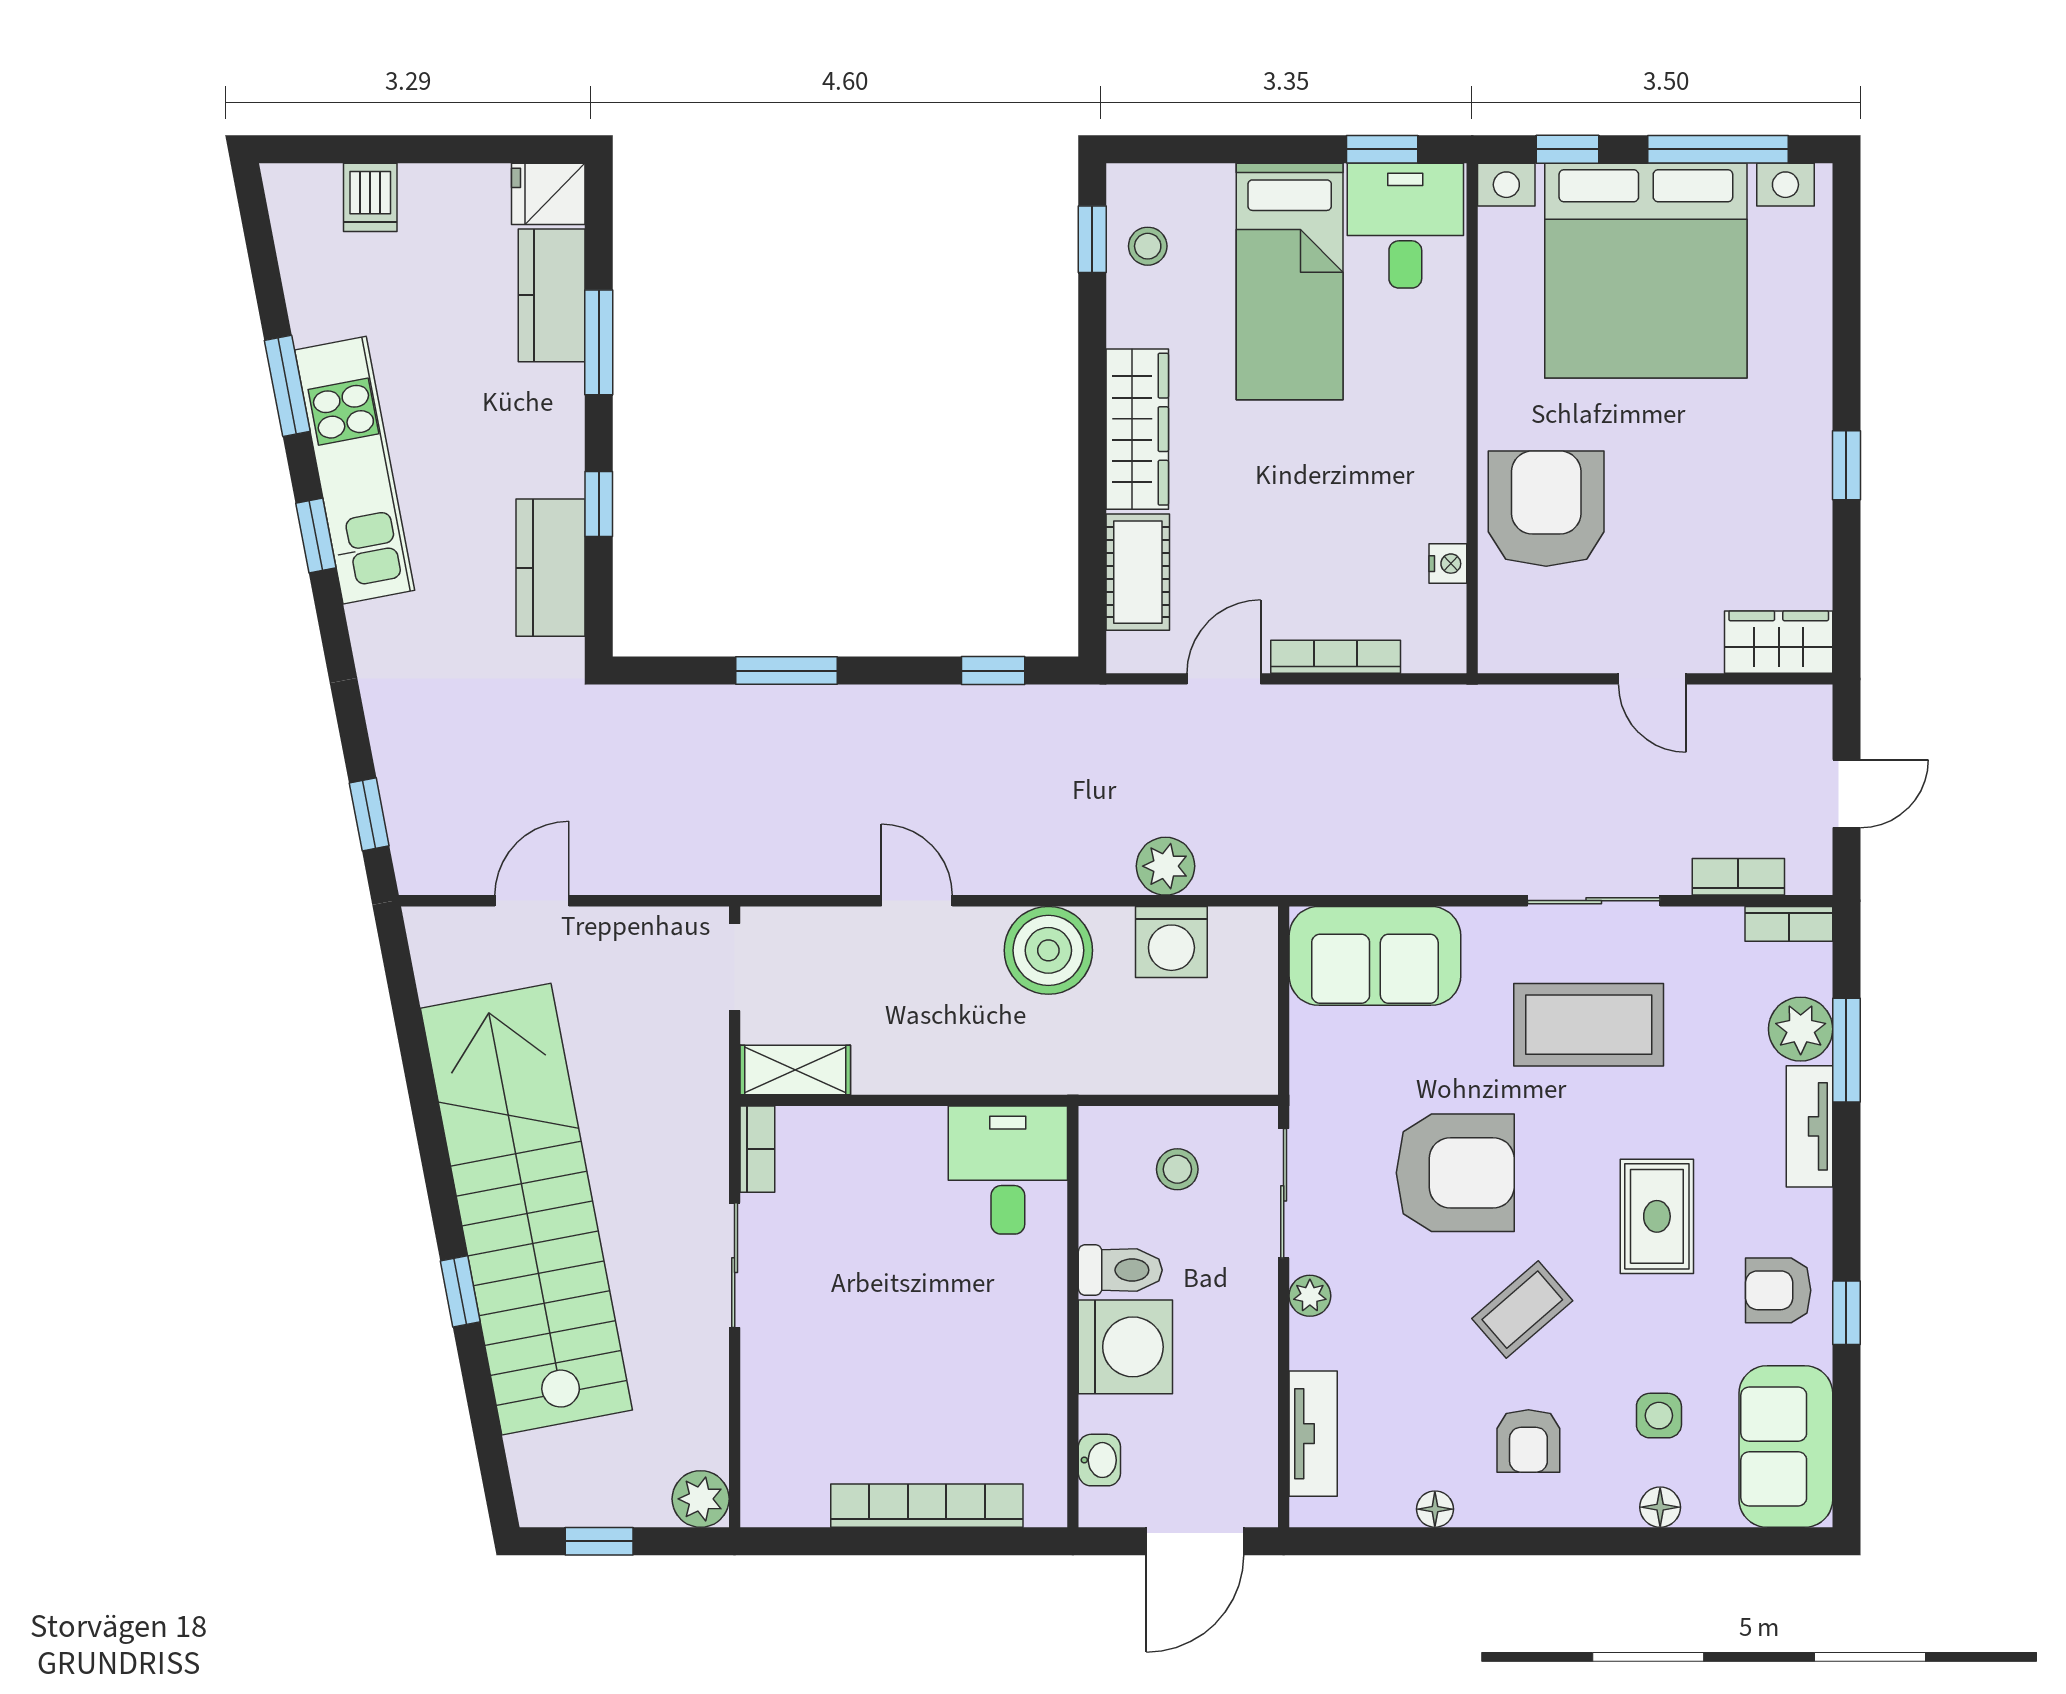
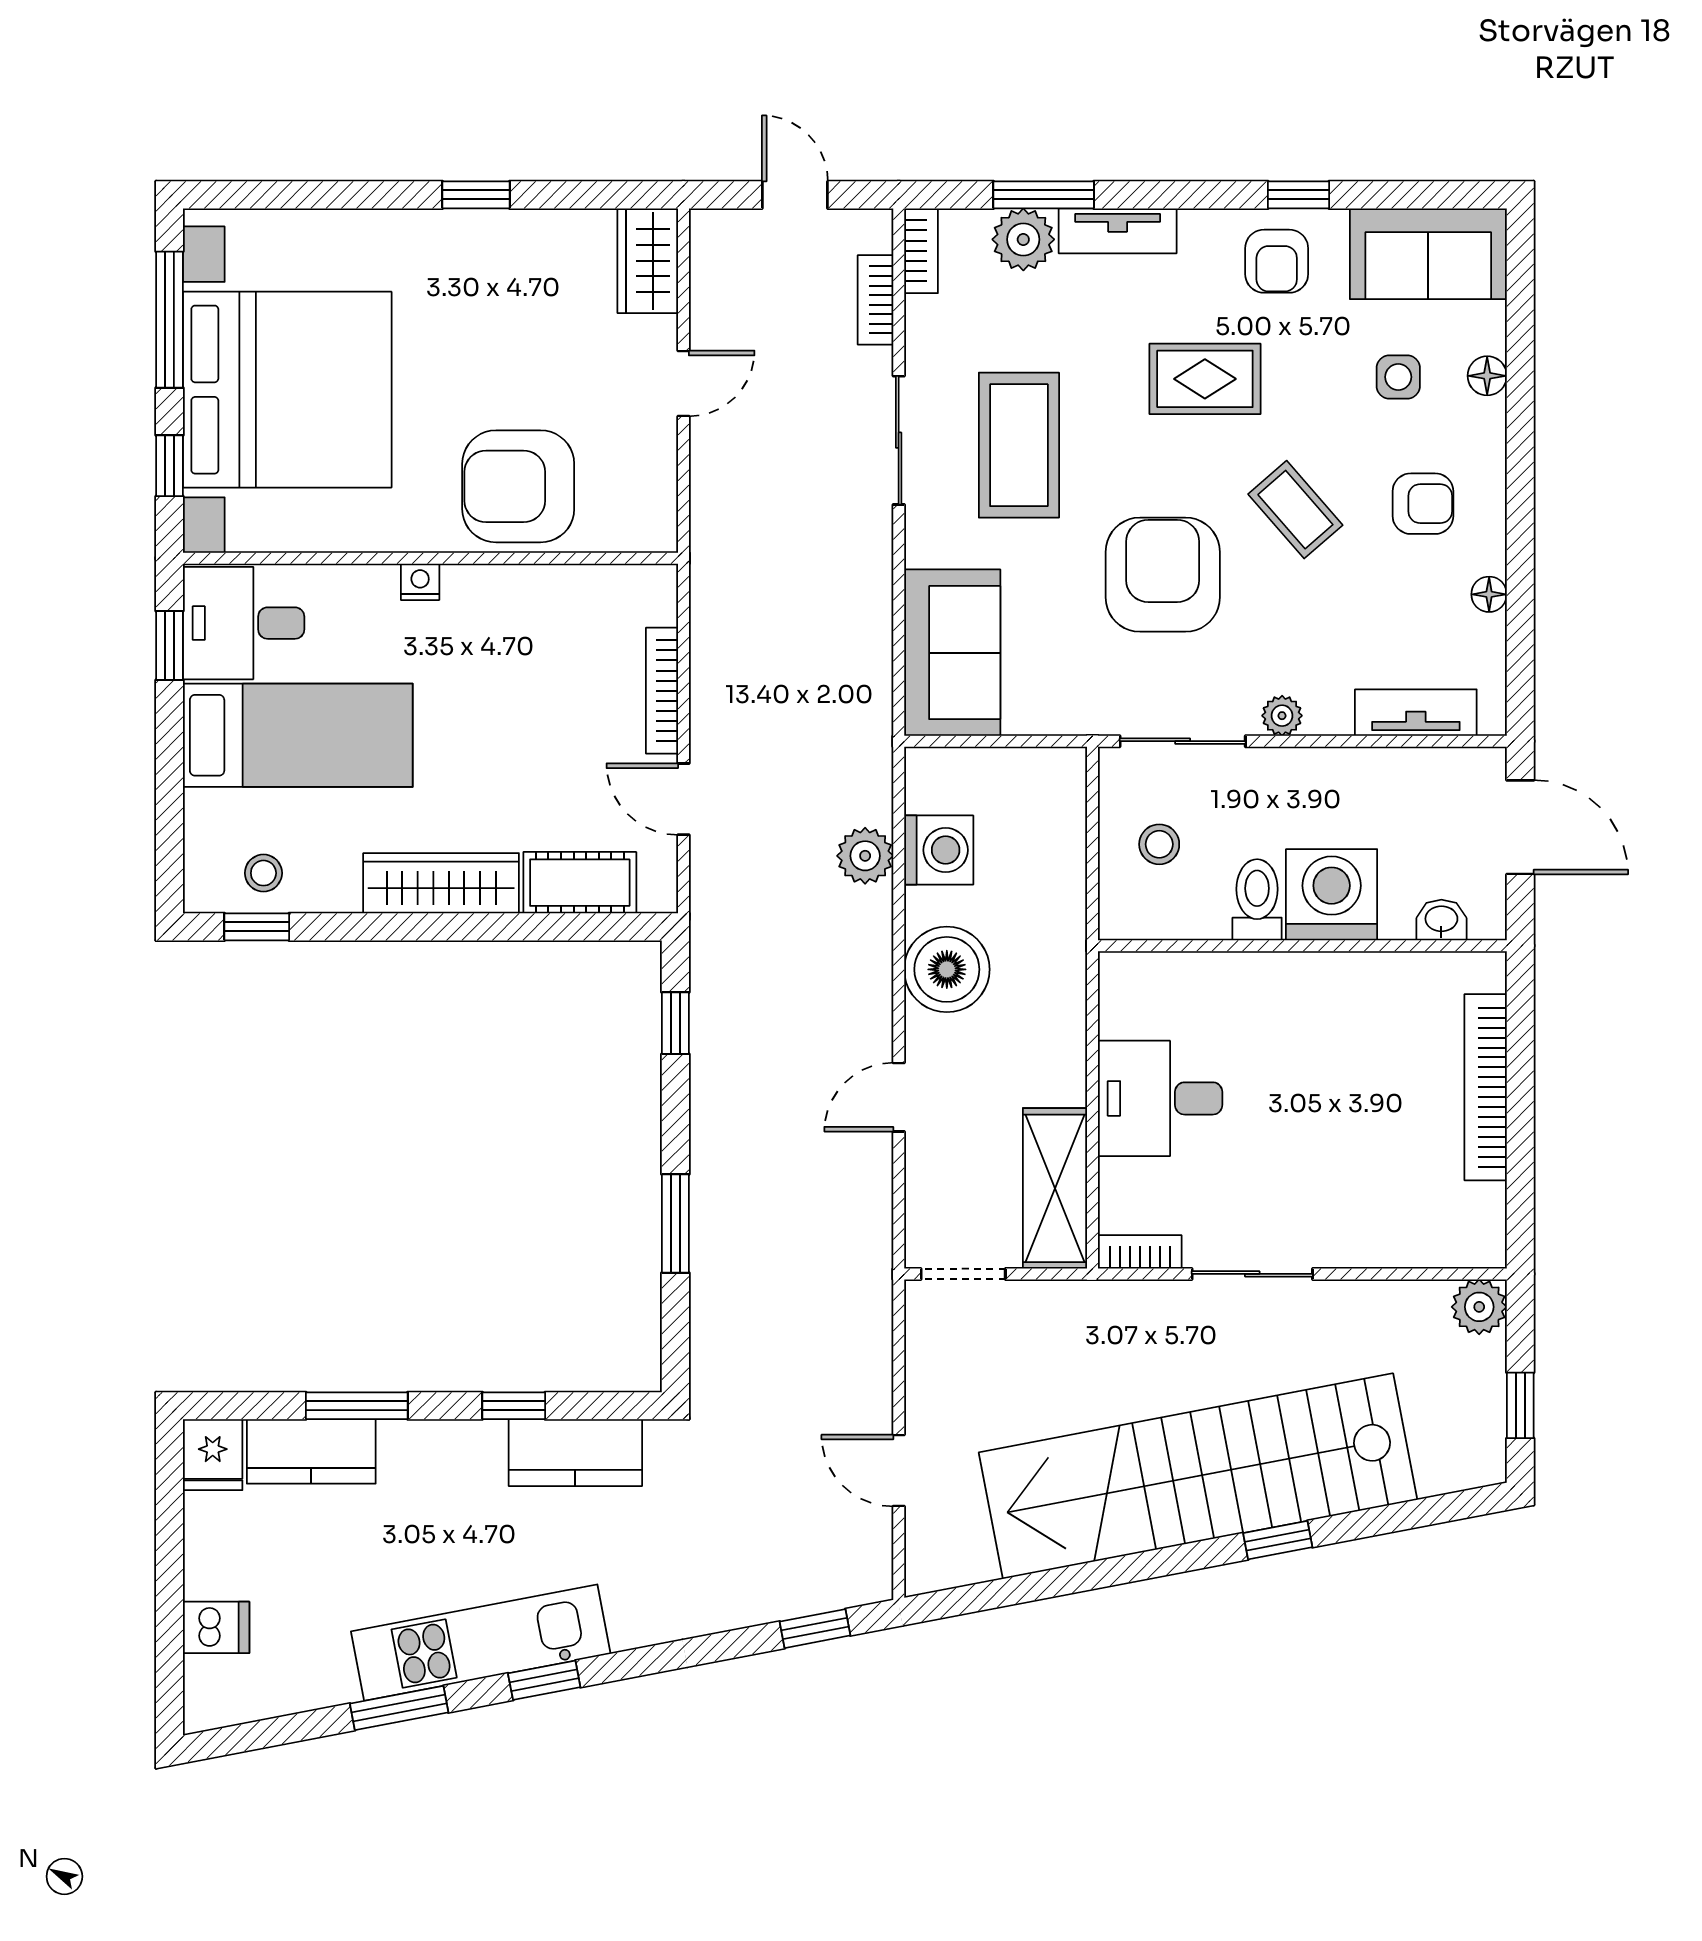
nightstand: (1448, 564) -> (420, 582), moved
shelving: (795, 1070) -> (1055, 1188), width x1.50, depth x1.33
desk: (1008, 1170) -> (1160, 1098), moved

